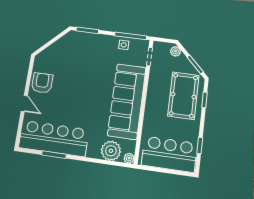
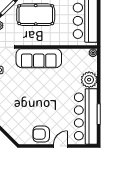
sofa: (127, 101) -> (39, 58), width x0.74, depth x0.79
plant: (111, 151) -> (89, 80), moved

